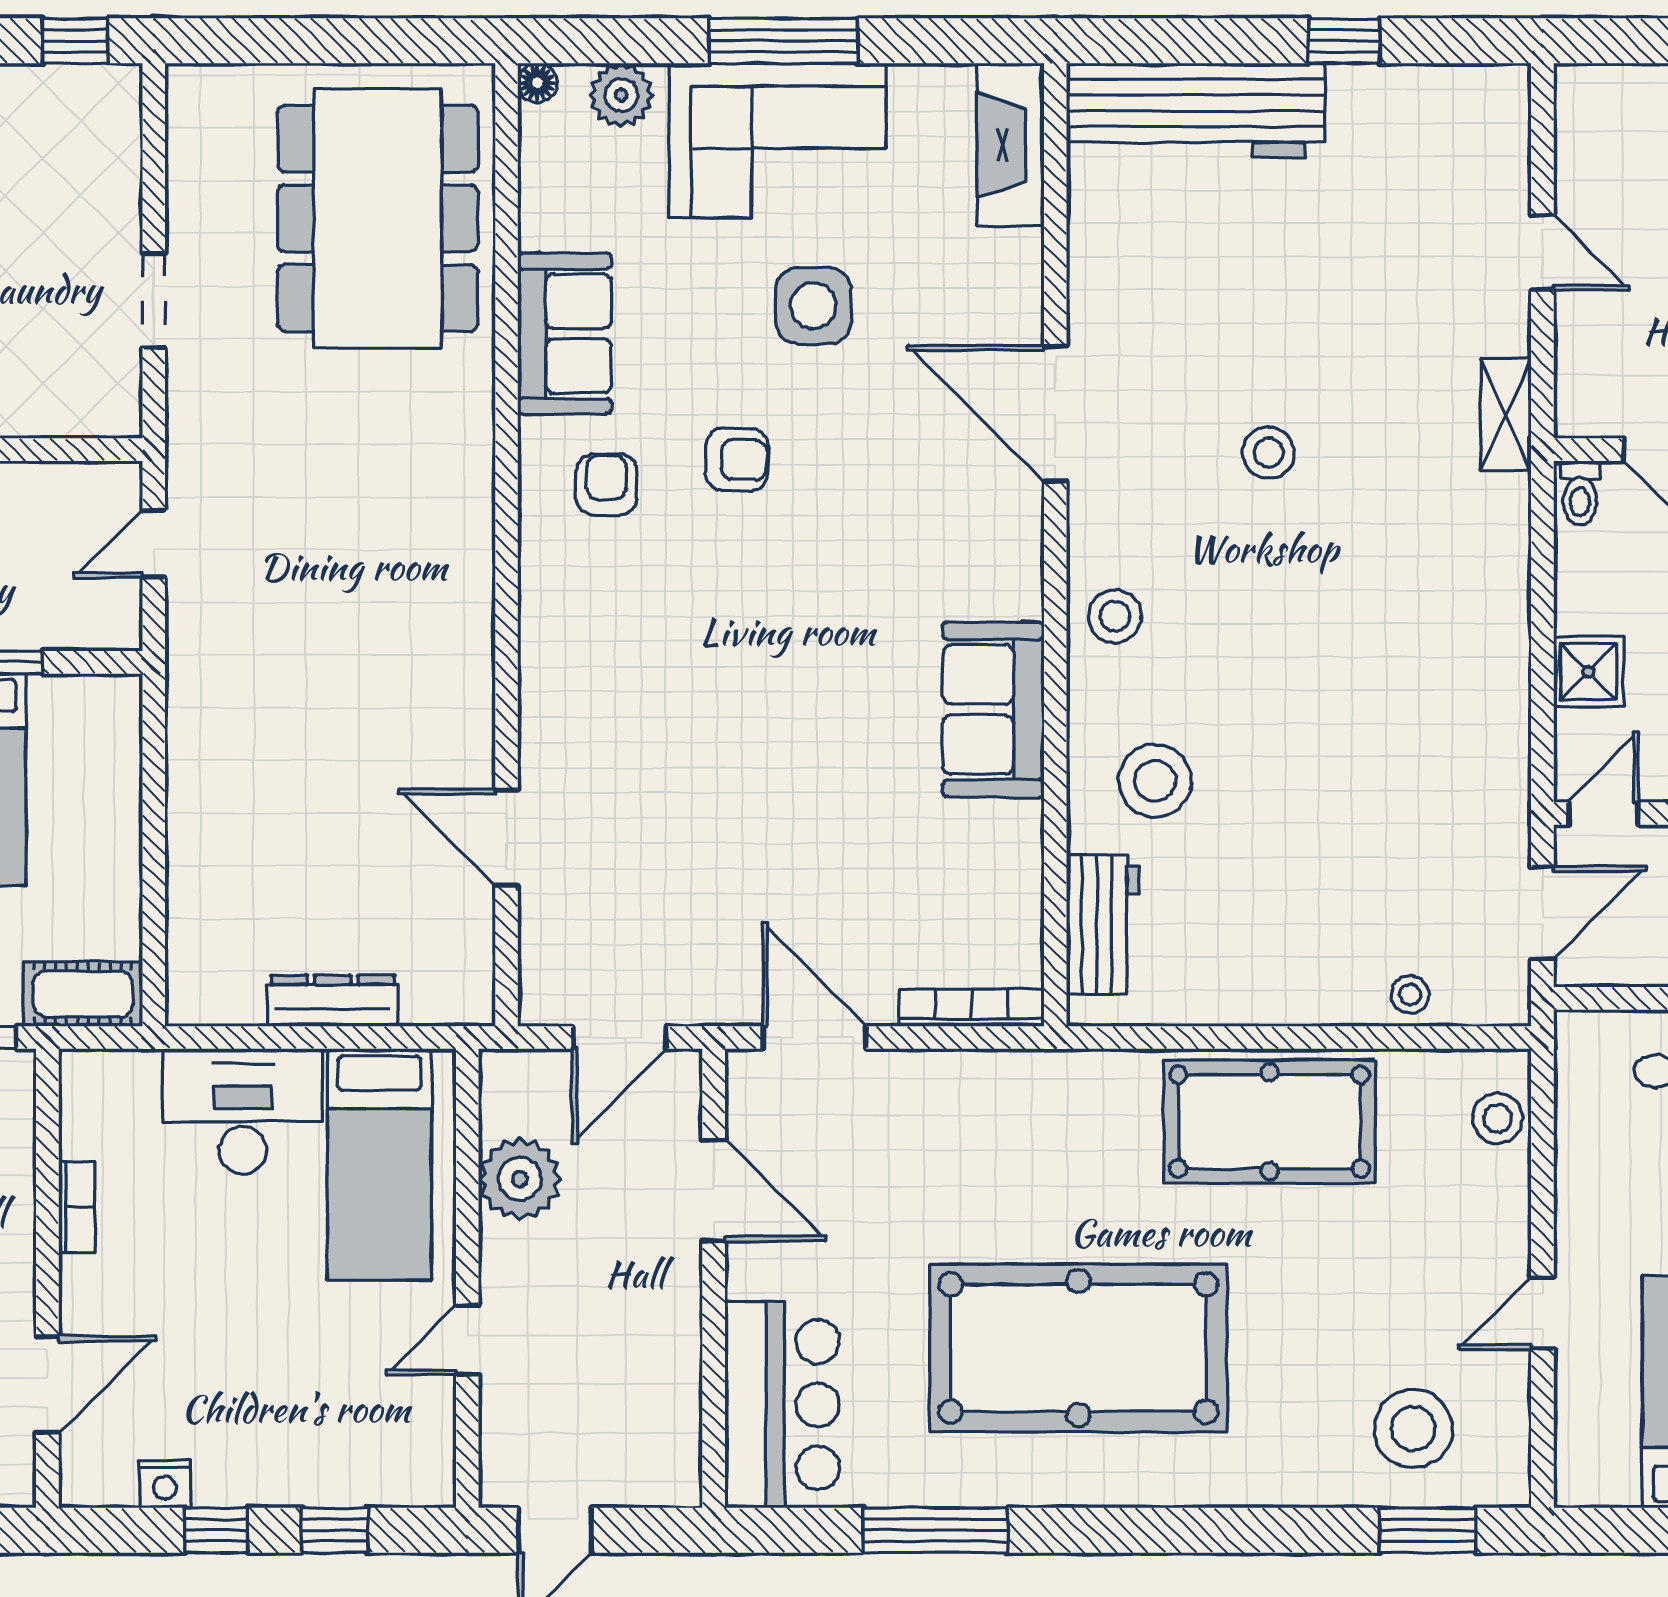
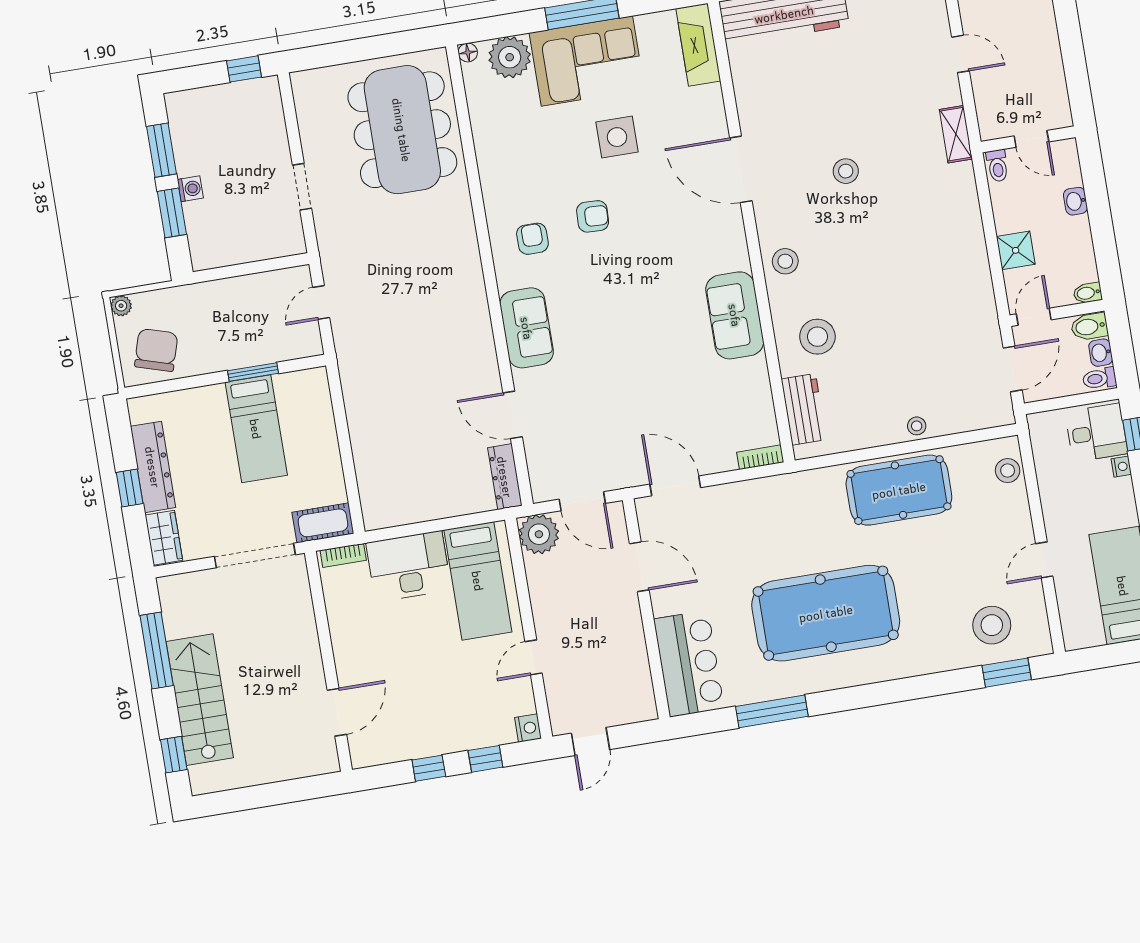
plant: (621, 95) -> (510, 57), width x1.36, depth x1.36
sofa: (564, 334) -> (527, 328), moved
stool: (1410, 994) -> (917, 426), moved
dresser: (333, 1001) -> (505, 477), moved, turned -90
bookcase: (971, 1008) -> (760, 457), width x0.64
door: (620, 1037) -> (582, 501), hinge flipped
plant: (520, 1179) -> (539, 534), moved
bookcase: (77, 1207) -> (343, 555), moved, turned 90
nightstand: (165, 1484) -> (528, 728), moved, turned -90

